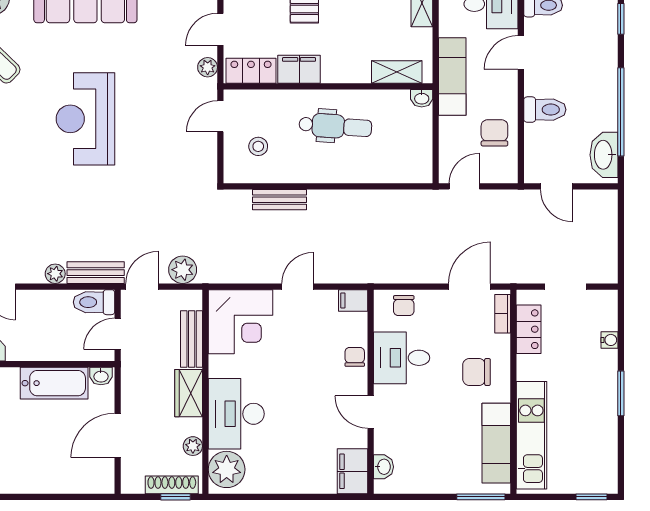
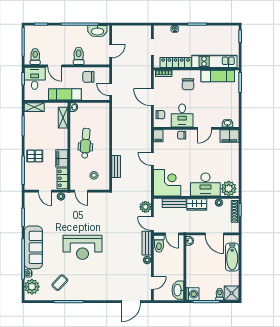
door: (470, 287) -> (152, 97), moved
locker: (529, 329) -> (176, 63), width x1.53
bathtub: (54, 383) -> (232, 257), moved, turned 180

